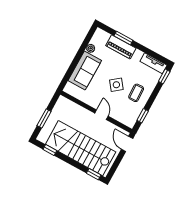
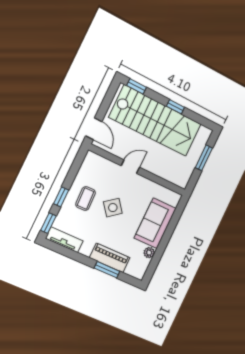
door: (101, 115) -> (130, 167), swing flipped
window: (143, 116) -> (61, 197), moved
window: (50, 150) -> (175, 107), moved

